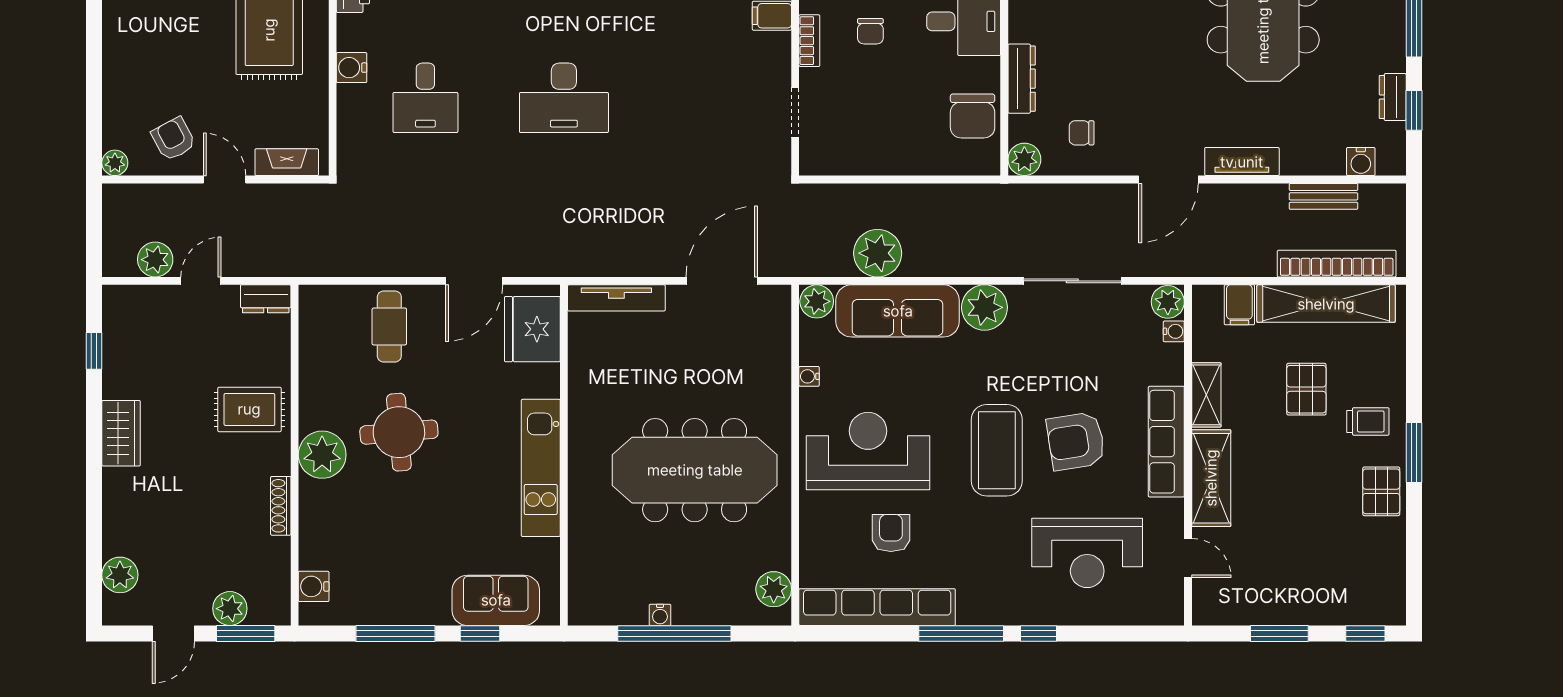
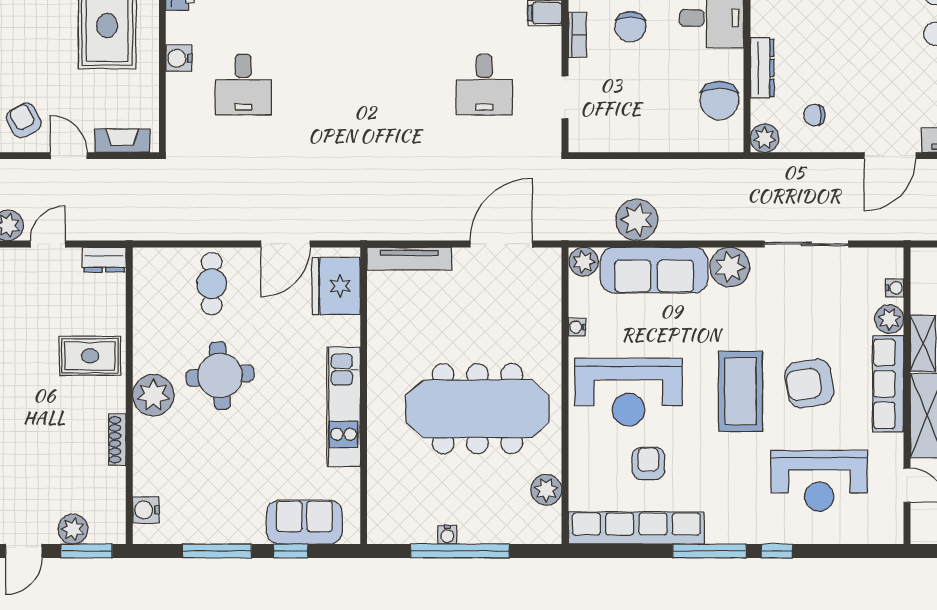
chair: (870, 31) -> (630, 27), width x1.37, depth x1.37
desk: (564, 98) -> (484, 85), moved, width x0.73
plant: (1168, 302) -> (889, 319), moved
reception desk: (868, 451) -> (628, 392), turned 180
plant: (774, 589) -> (546, 490), moved

